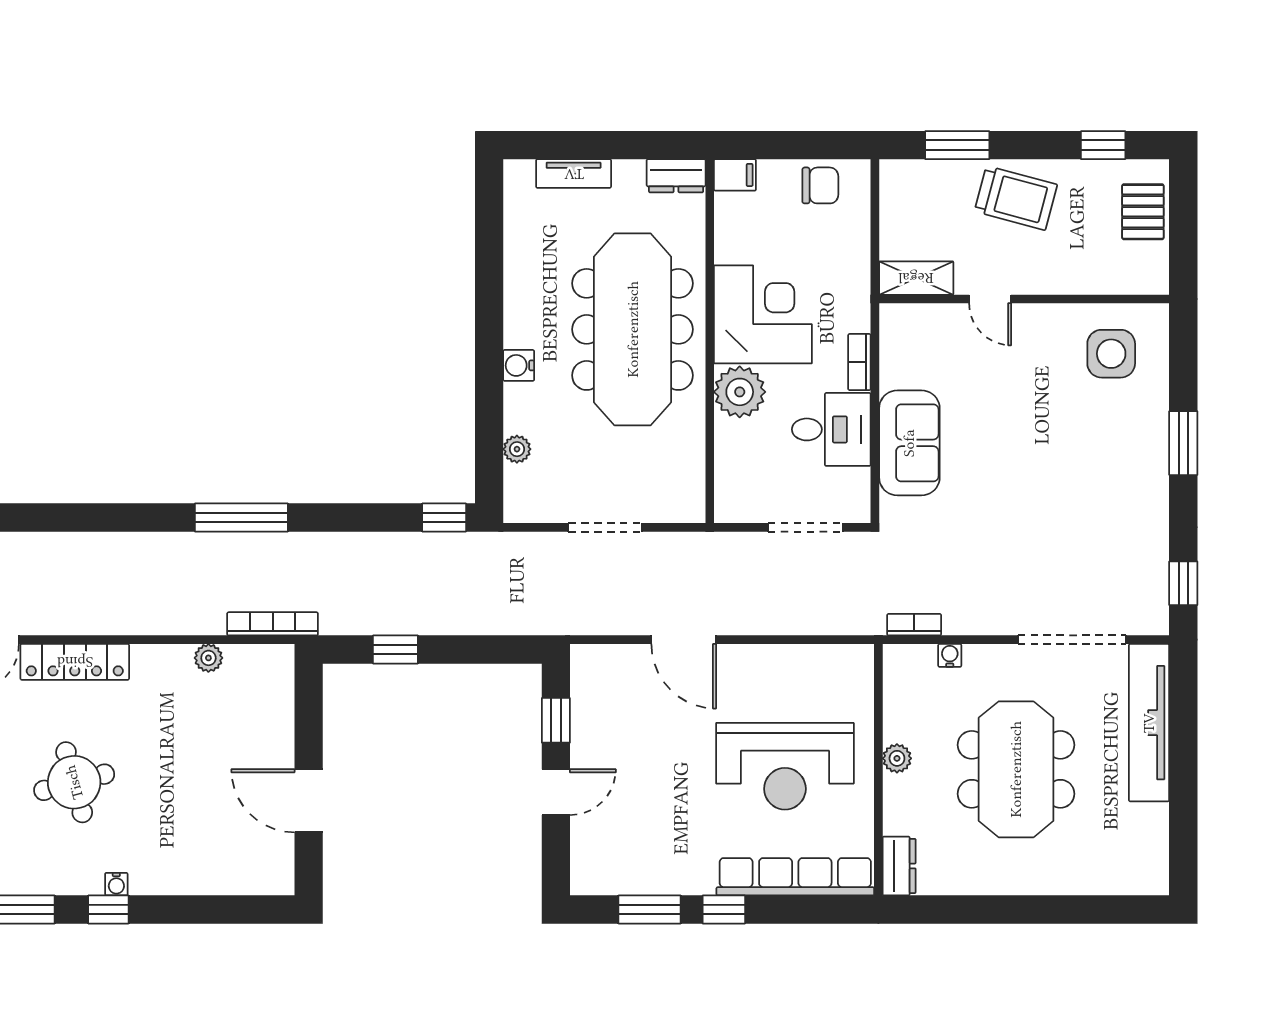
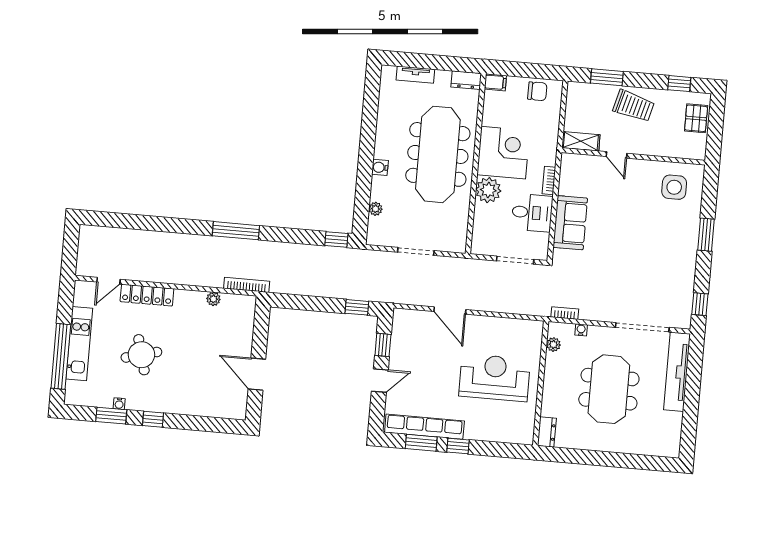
window: (395, 650) -> (357, 307), moved
plant: (897, 758) -> (553, 344), moved
reception desk: (785, 766) -> (495, 378), turned 180
row of seats: (795, 877) -> (424, 427), moved
water cooler: (116, 884) -> (119, 404), moved

